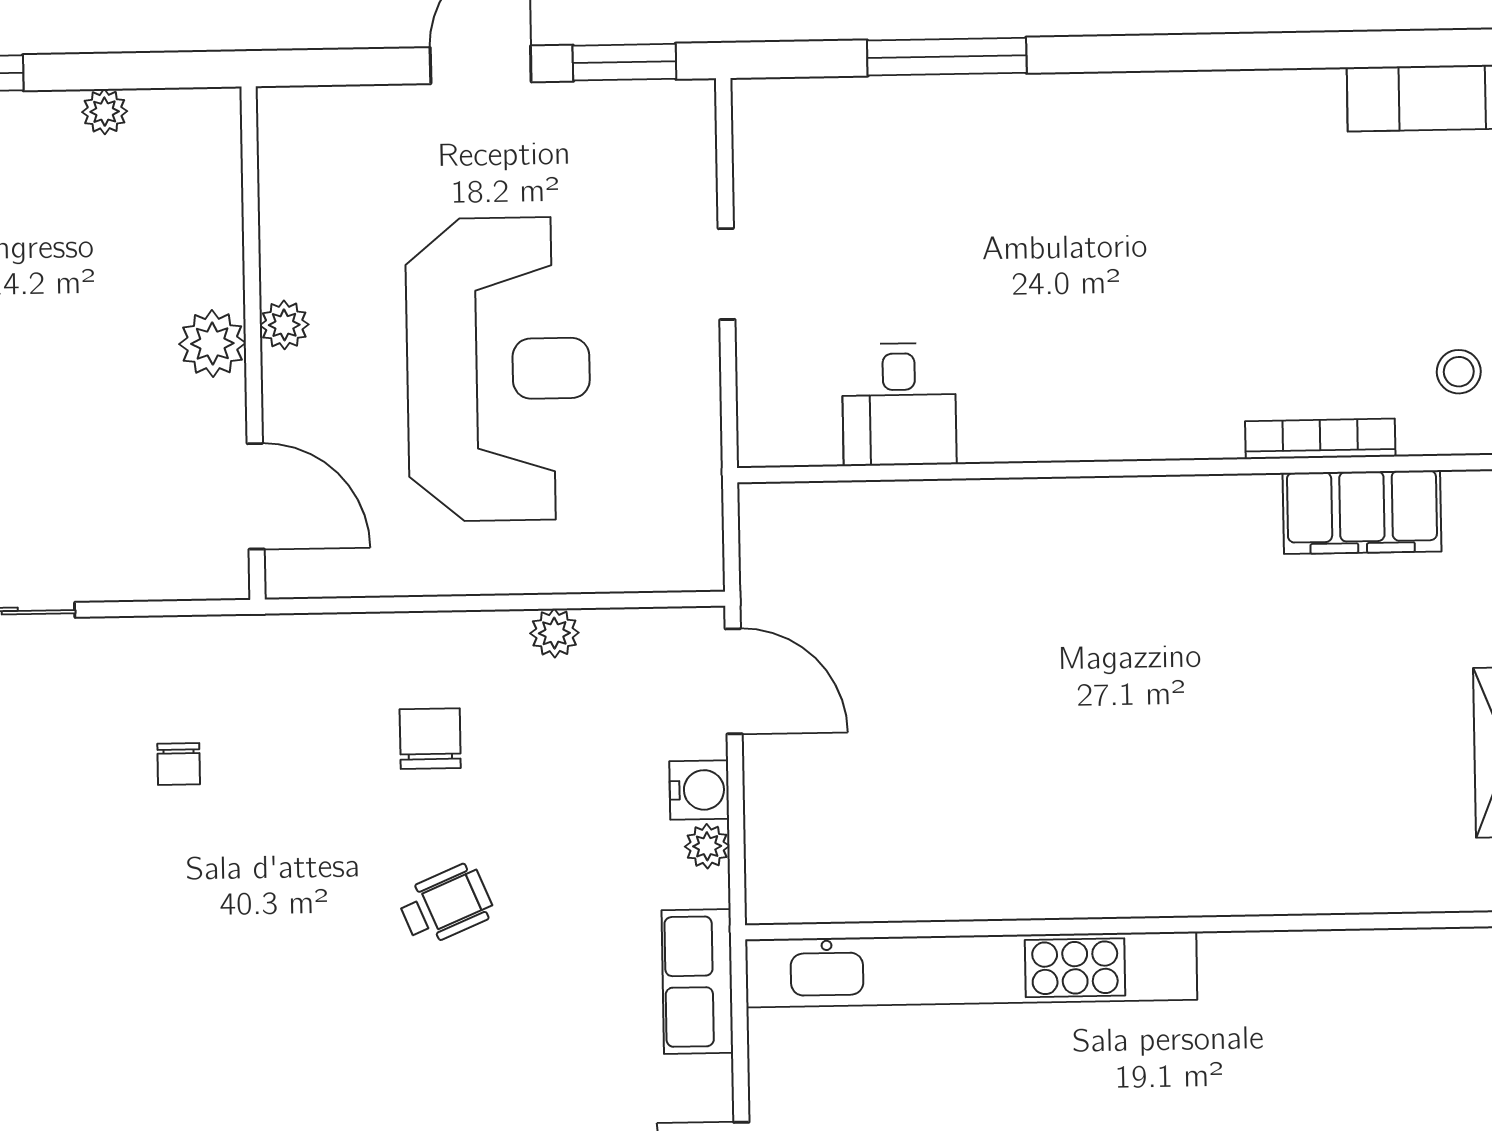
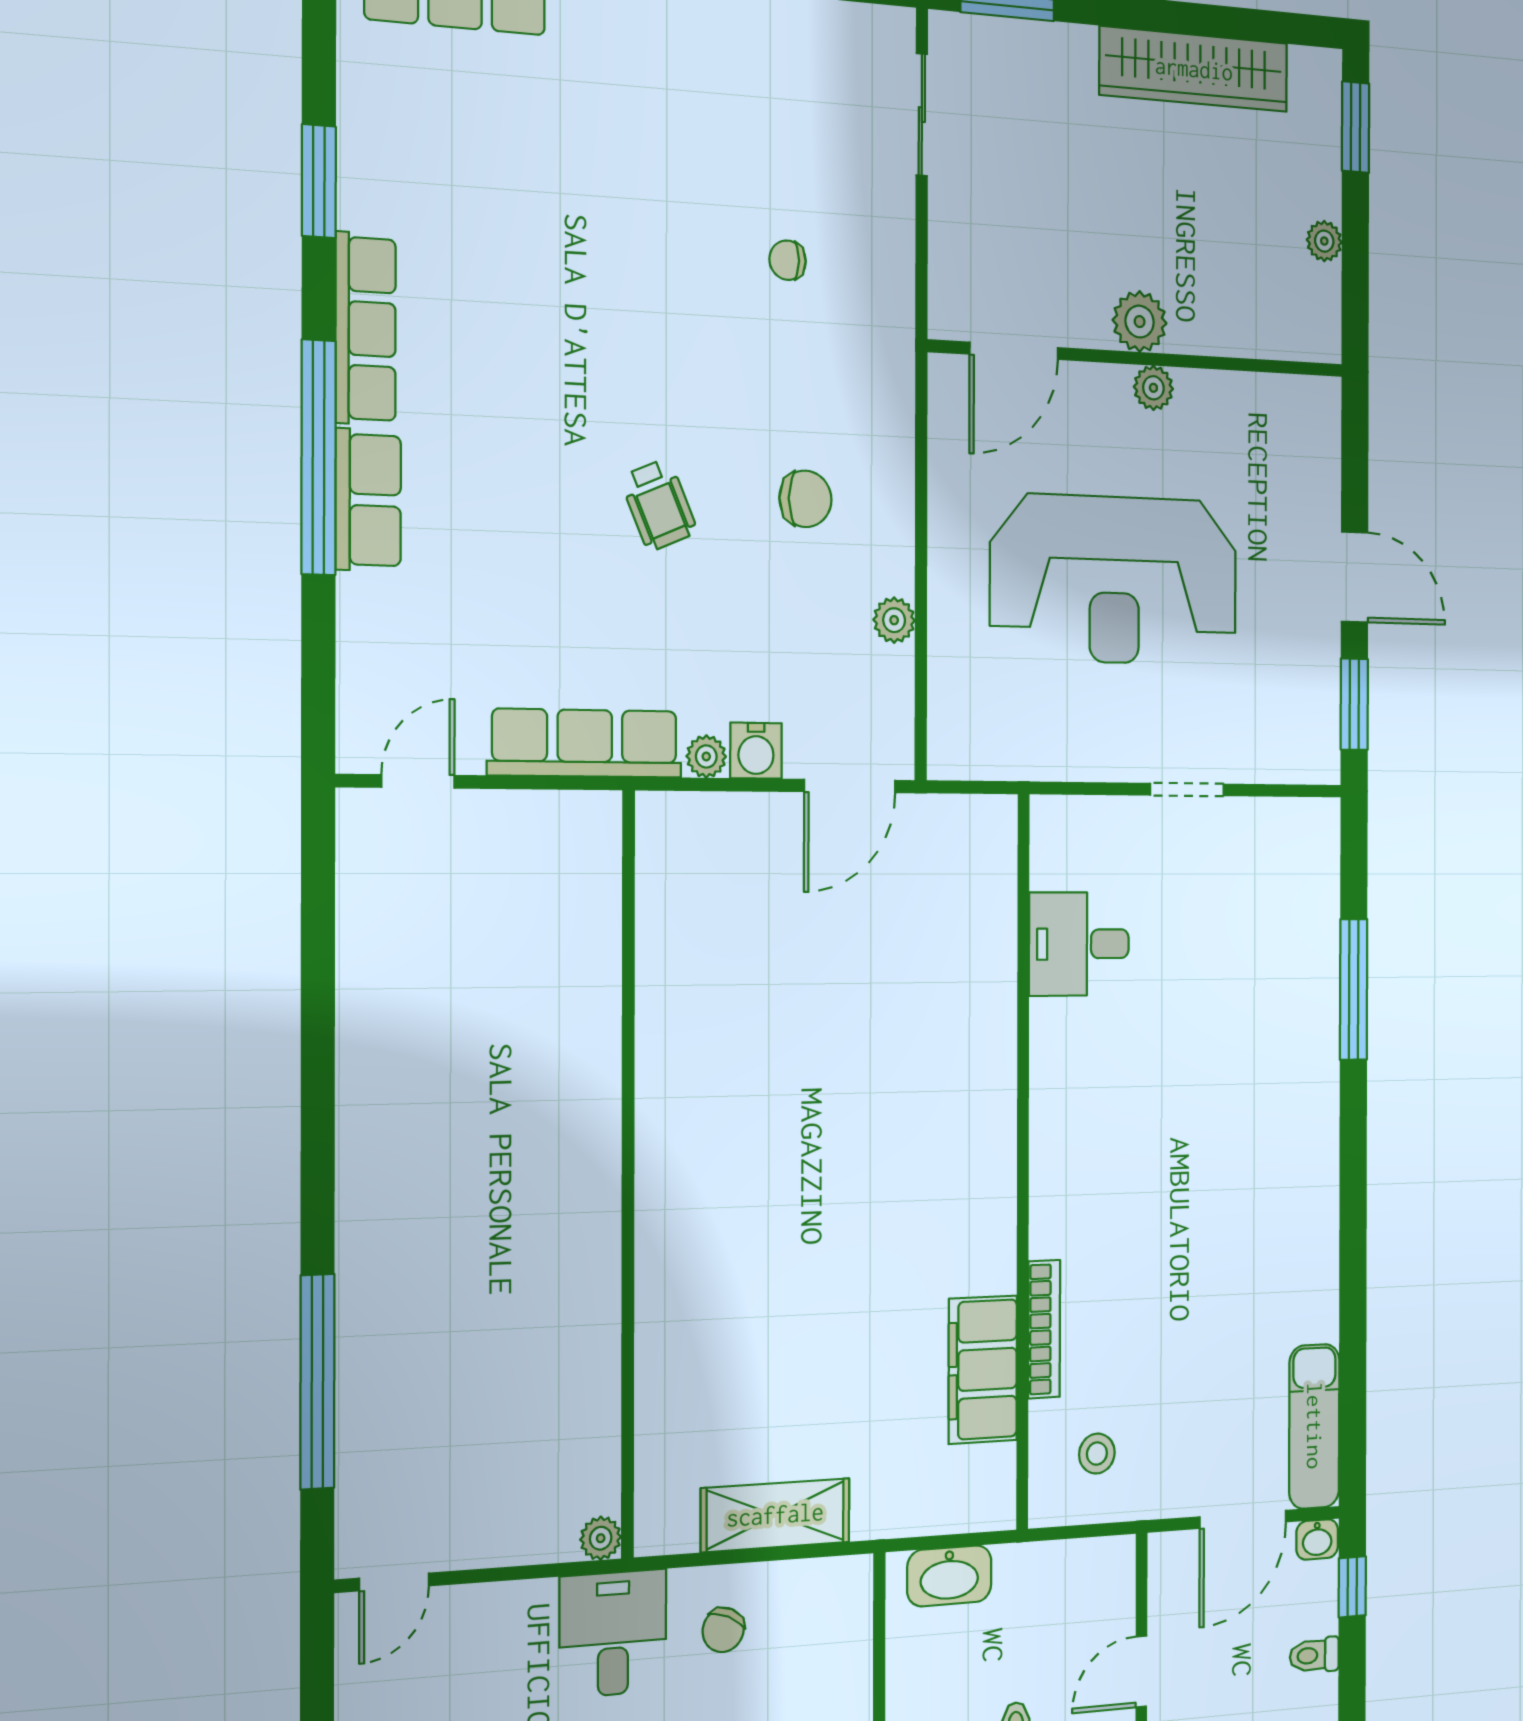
kitchen unit: (971, 970) -> (591, 1007), removed
row of seats: (697, 982) -> (585, 743), width x1.48

